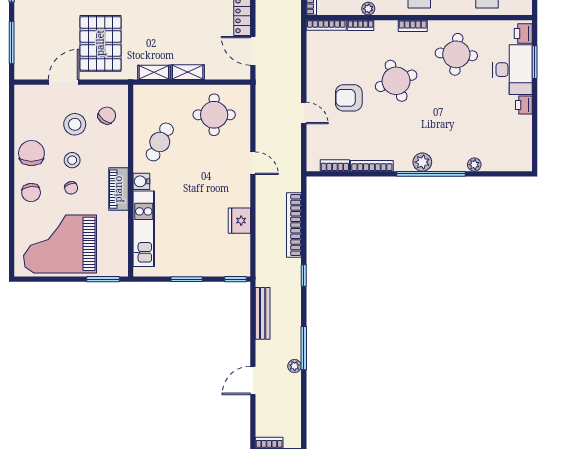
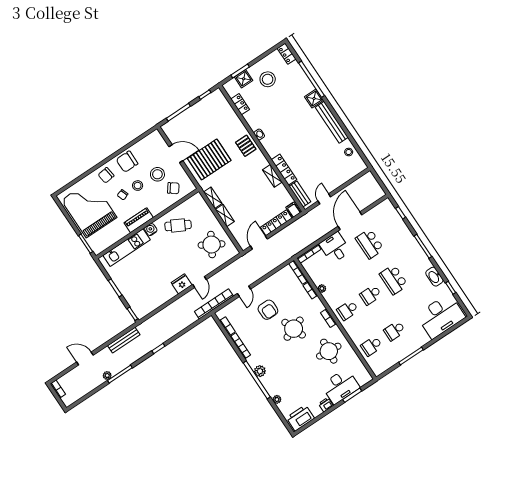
printer: (523, 34) -> (300, 418), moved, width x1.87, depth x1.48
armchair: (349, 98) -> (268, 310), turned 180
round table: (214, 115) -> (212, 245), turned 30
chair: (31, 153) -> (127, 162), turned 180
fridge: (239, 221) -> (182, 284), moved
bookcase: (294, 225) -> (214, 304), moved

